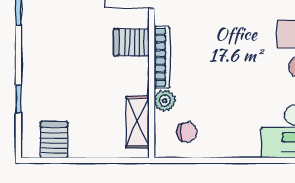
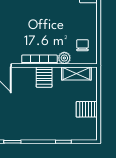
server rack: (131, 42) -> (44, 77), moved
server rack: (54, 140) -> (87, 109), moved

